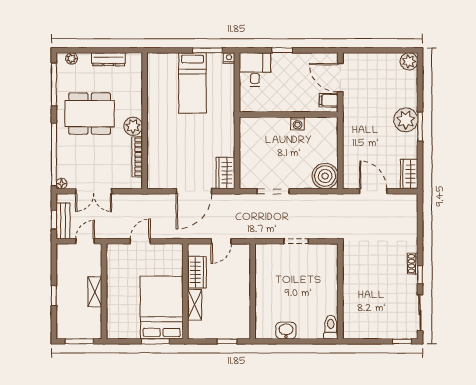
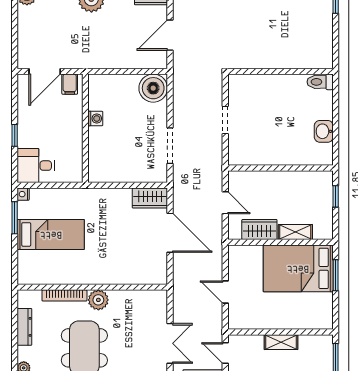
bookcase: (137, 157) -> (64, 295), moved

